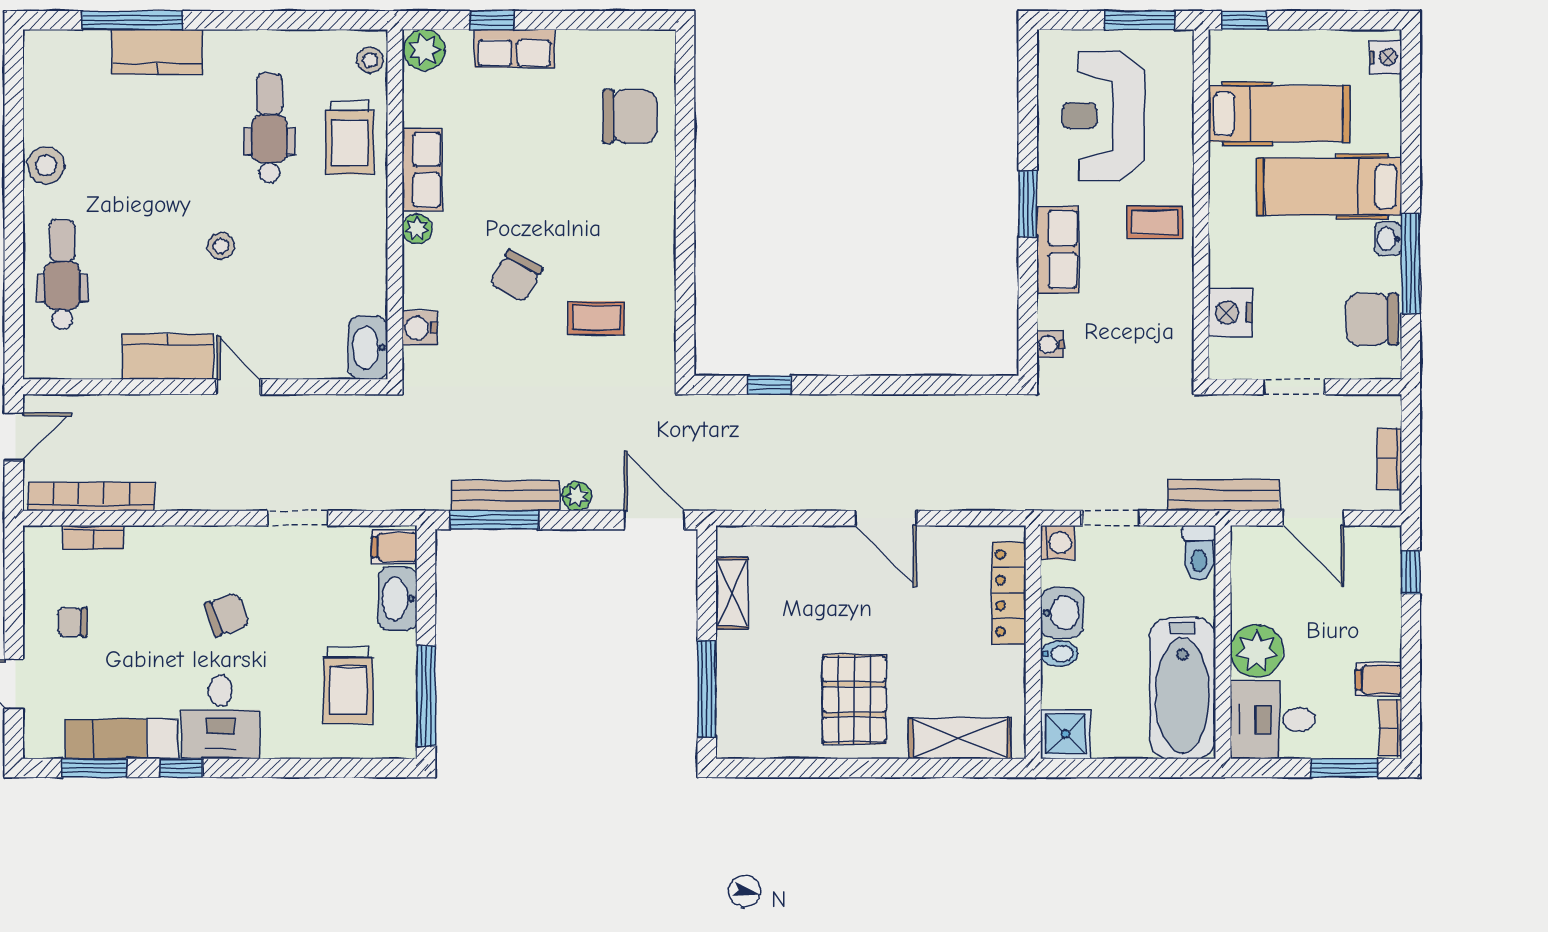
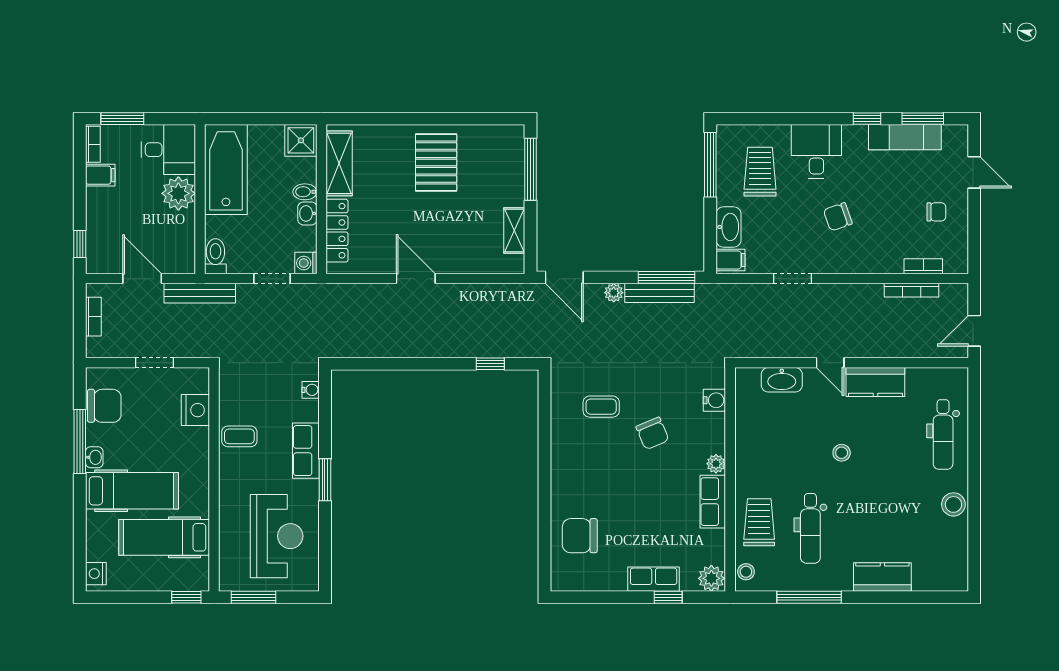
window: (132, 20) -> (809, 597), moved
coffee table: (1155, 222) -> (239, 436), moved
chair: (516, 276) -> (652, 433), turned 128
washbasin: (368, 348) -> (782, 380), moved, turned 90
bookcase: (91, 496) -> (911, 290), width x0.68, depth x0.76
washbasin: (1062, 613) -> (307, 213), width x0.72, depth x0.69
desk: (220, 717) -> (816, 151), moved
shelving: (960, 738) -> (339, 163), moved, turned 90

